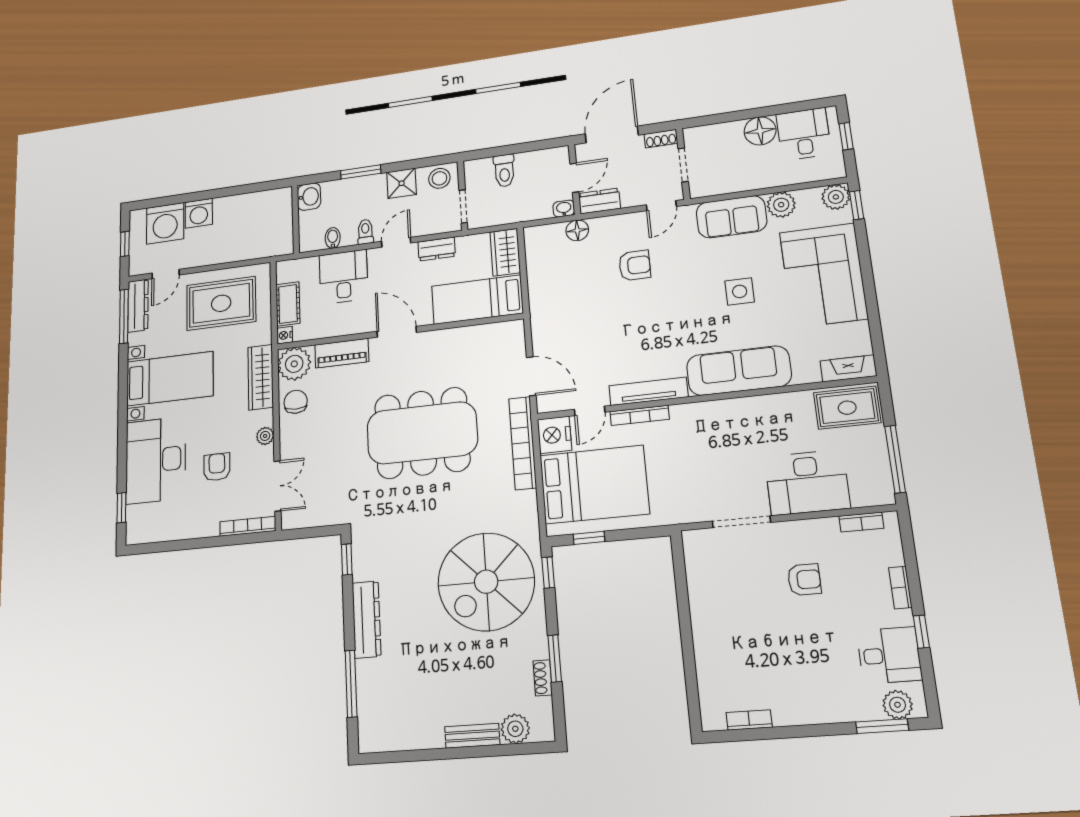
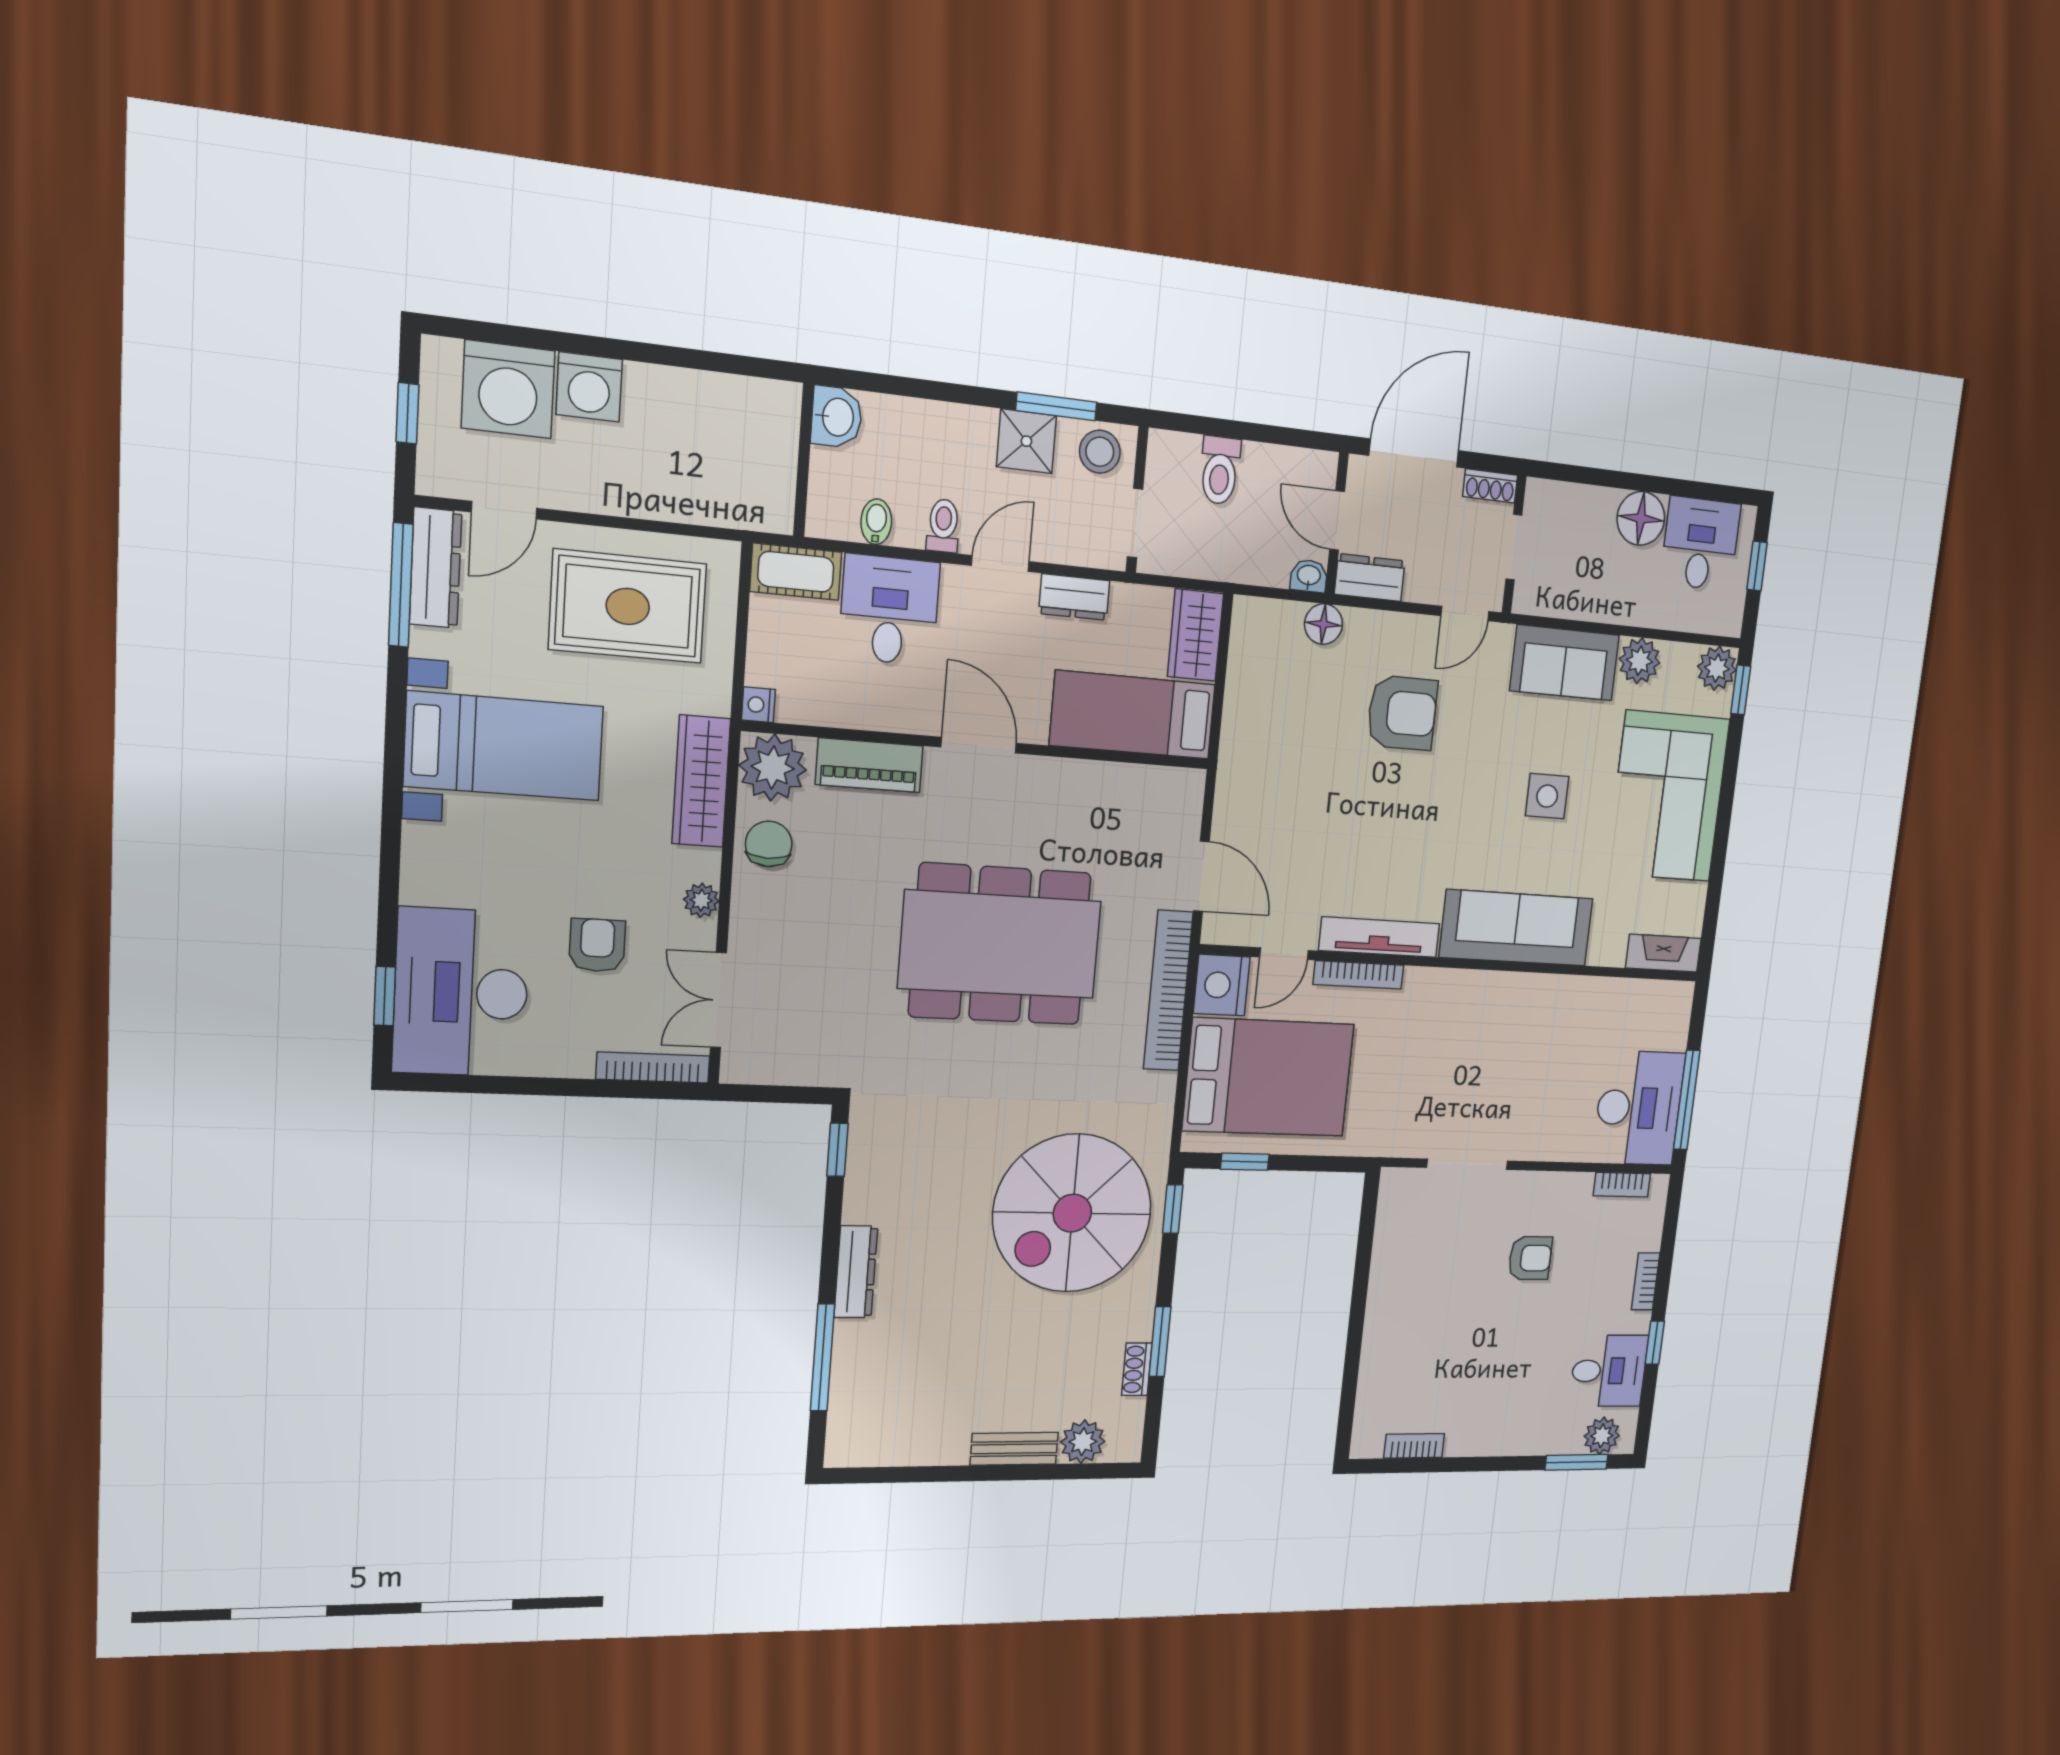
window: (361, 172) -> (1056, 406), moved
door: (574, 178) -> (1337, 520), swing flipped
armchair: (635, 265) -> (1402, 713), width x1.38, depth x1.38
cot: (288, 304) -> (796, 572), moved, turned 90
rug: (847, 408) -> (1647, 1013), removed
desk: (156, 460) -> (461, 992), moved
desk: (807, 483) -> (1639, 1108), moved, turned -90
double door: (278, 486) -> (718, 1000), swing flipped
dresser: (367, 619) -> (856, 1272), width x0.73, depth x0.80

